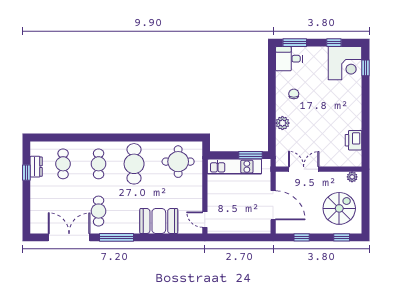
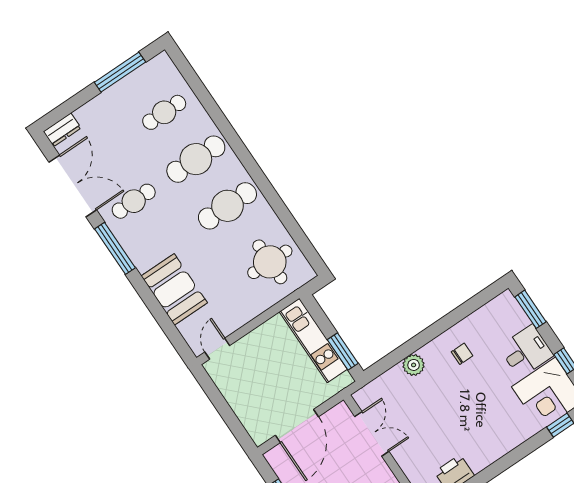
desk: (289, 59) -> (526, 351), moved, turned 90
cafe table: (99, 164) -> (196, 159), width x1.37, depth x1.35
dresser: (36, 167) -> (62, 130), moved
window: (26, 173) -> (120, 72), width x2.17

